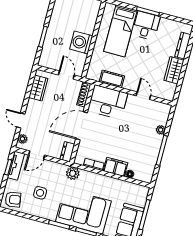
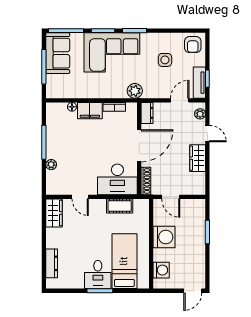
washing machine: (91, 15) -> (161, 270), added
wardrobe: (174, 70) -> (54, 213), moved
wardrobe: (38, 88) -> (198, 158), moved
armchair: (13, 200) -> (193, 45), turned -81

